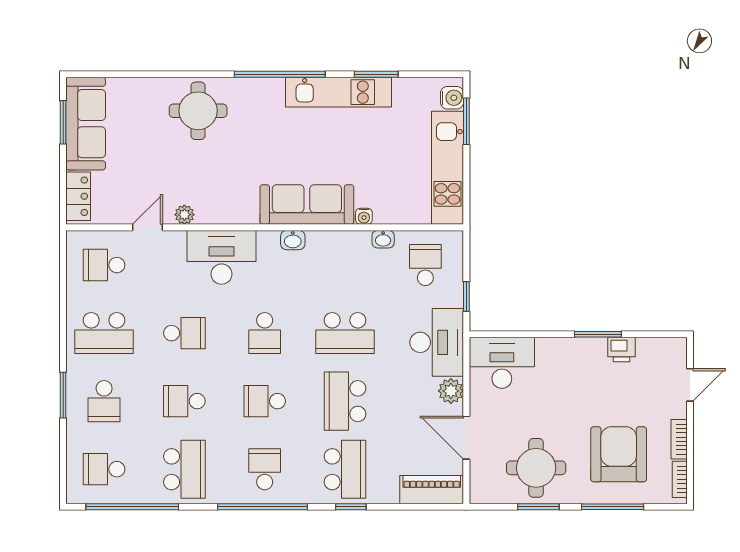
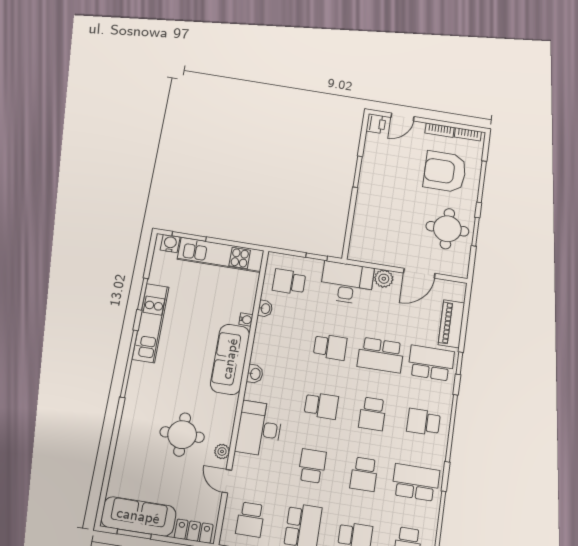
round table: (198, 111) -> (182, 435), moved
school desk: (345, 333) -> (330, 347), width x0.54
printer: (621, 350) -> (376, 124), moved
desk: (502, 363) -> (368, 240), removed
door: (690, 385) -> (402, 117), swing flipped
piano: (432, 490) -> (451, 324), moved

